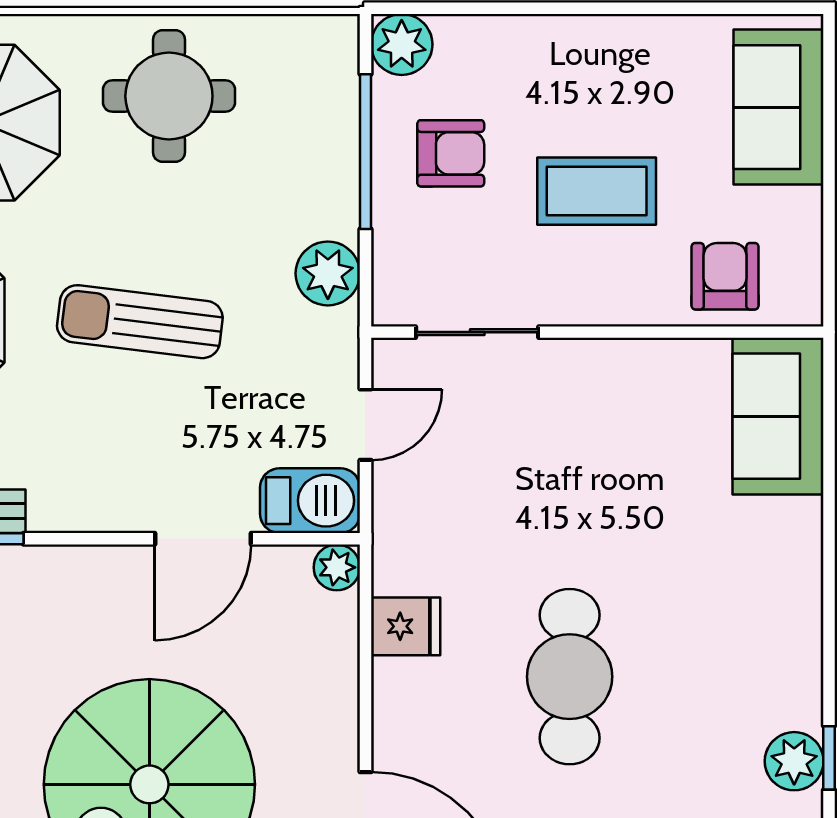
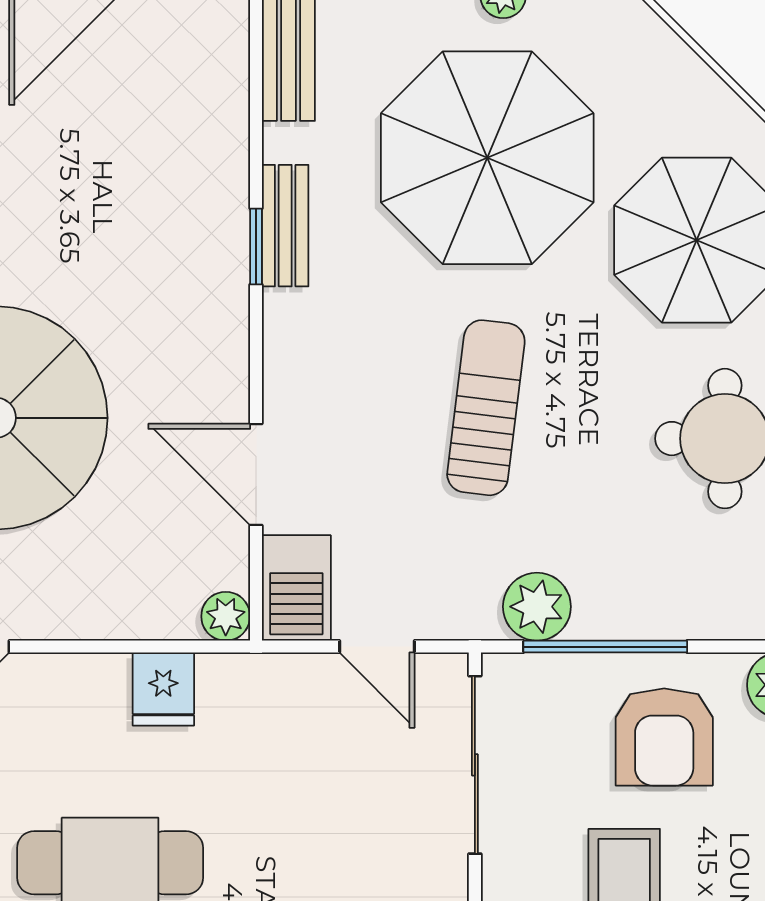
window: (365, 152) -> (605, 647), moved
armchair: (451, 153) -> (664, 737), width x1.38, depth x1.38
sliding door: (477, 332) -> (475, 765), width x1.37

